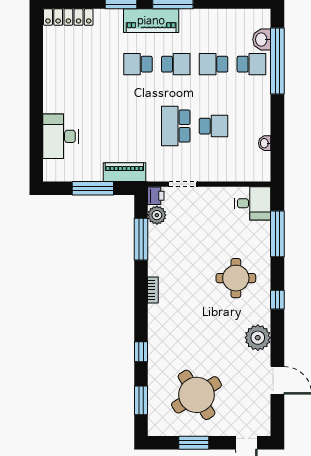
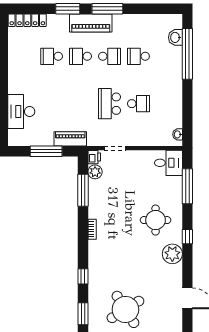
school desk: (251, 64) -> (52, 56), moved, turned 180
washbasin: (265, 143) -> (178, 134), moved
plant: (258, 338) -> (172, 254), moved

